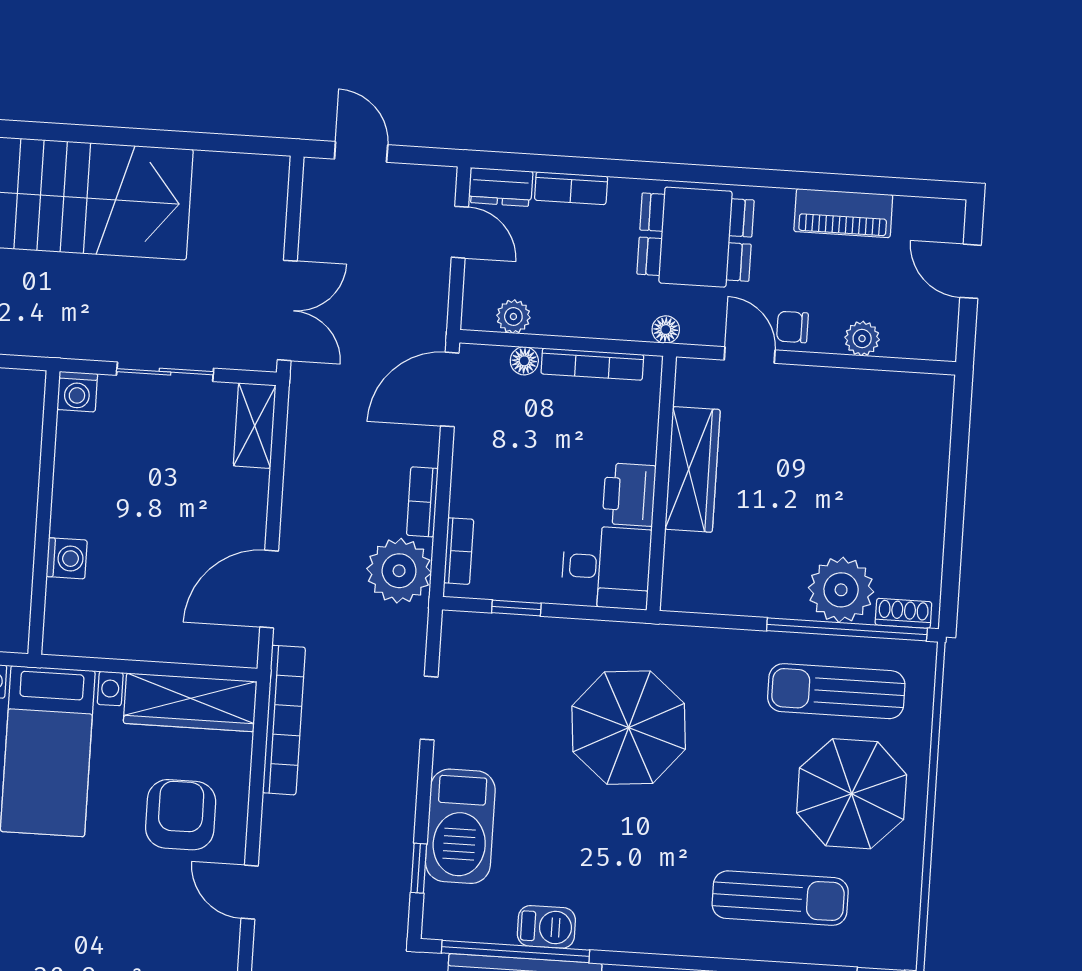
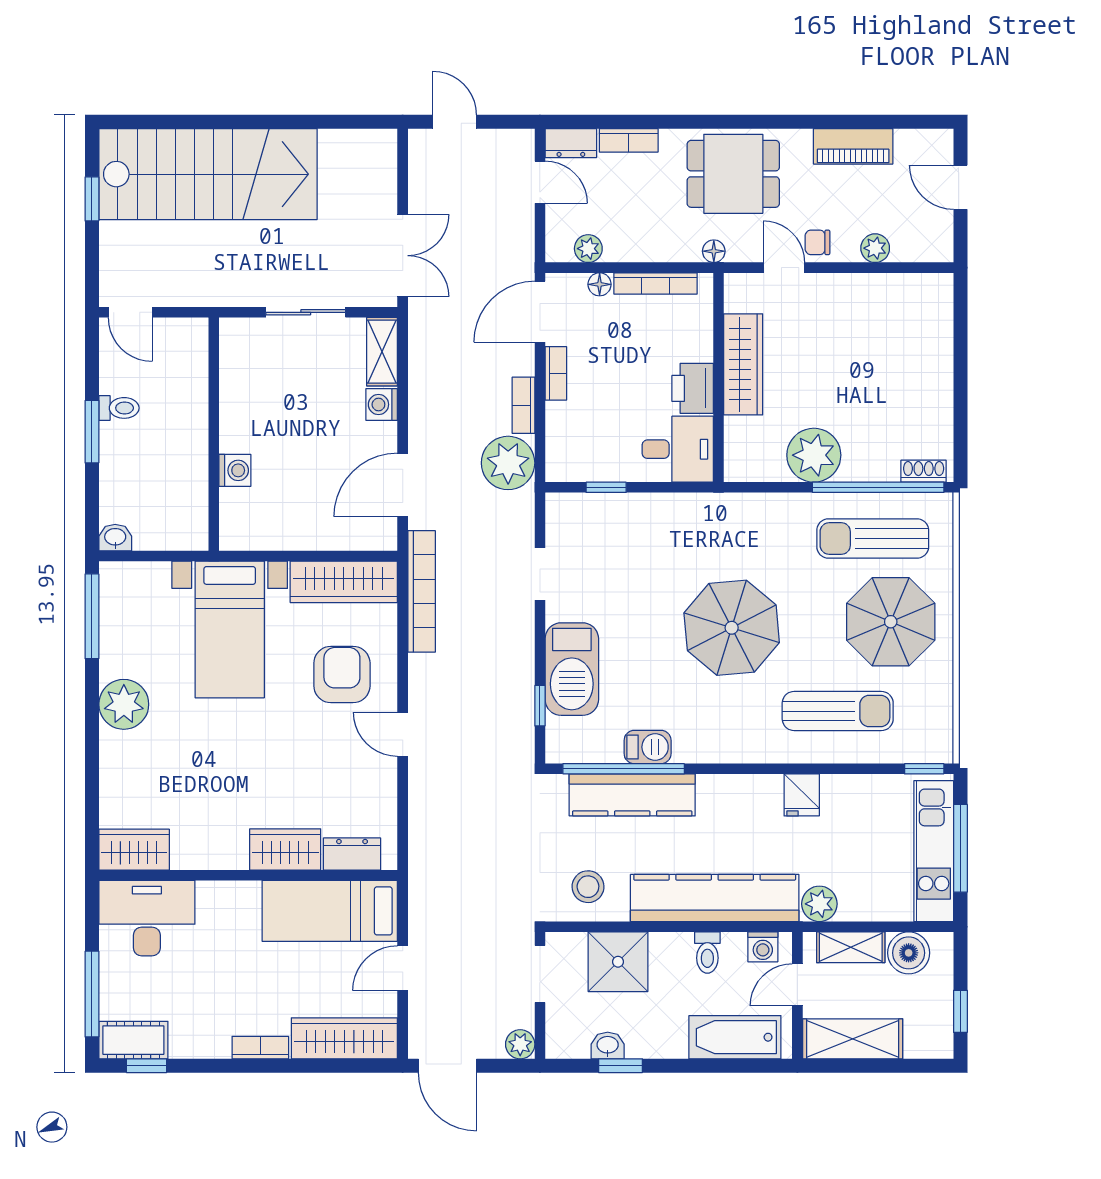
washing machine: (77, 392) -> (382, 404), moved, turned 90
bookcase: (459, 551) -> (556, 373), moved
plant: (841, 590) -> (814, 455), moved
parasol: (629, 728) -> (732, 628), moved

